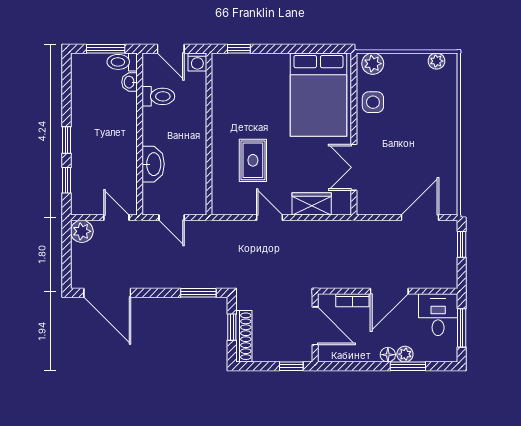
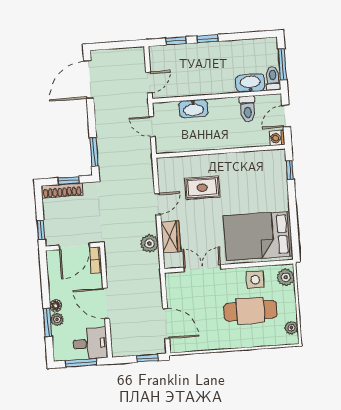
washbasin: (130, 82) -> (250, 83), width x1.91, depth x1.45
cafe table: (411, 111) -> (250, 311), added
door: (172, 218) -> (152, 126), hinge flipped
plant: (82, 231) -> (150, 243), moved
bookcase: (352, 300) -> (96, 260), moved

